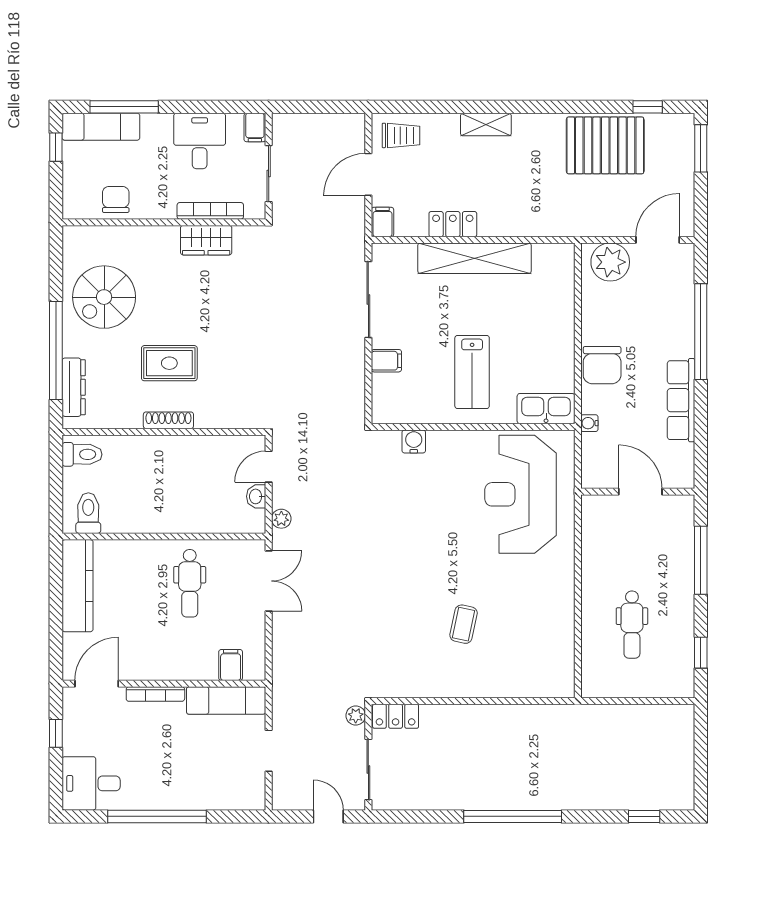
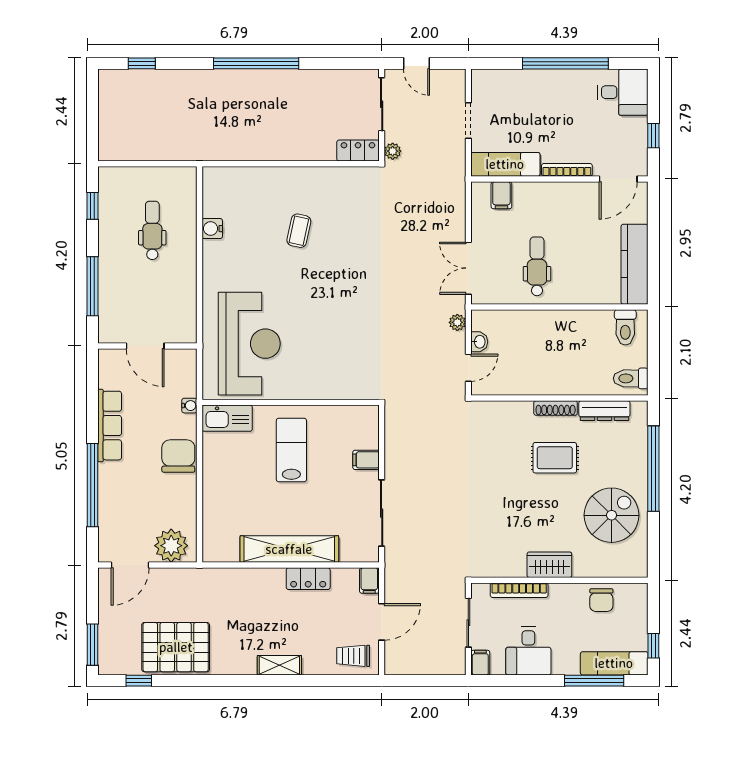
wardrobe: (206, 240) -> (549, 565), moved
dresser: (74, 387) -> (604, 411), moved, turned -90
water cooler: (414, 441) -> (212, 229), moved, turned 90

